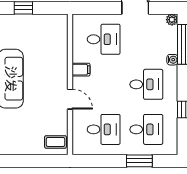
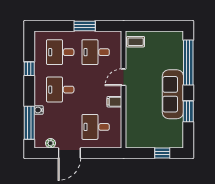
plant: (172, 20) -> (51, 143), moved
door: (70, 99) -> (124, 77), hinge flipped
window: (139, 161) -> (85, 26), moved

